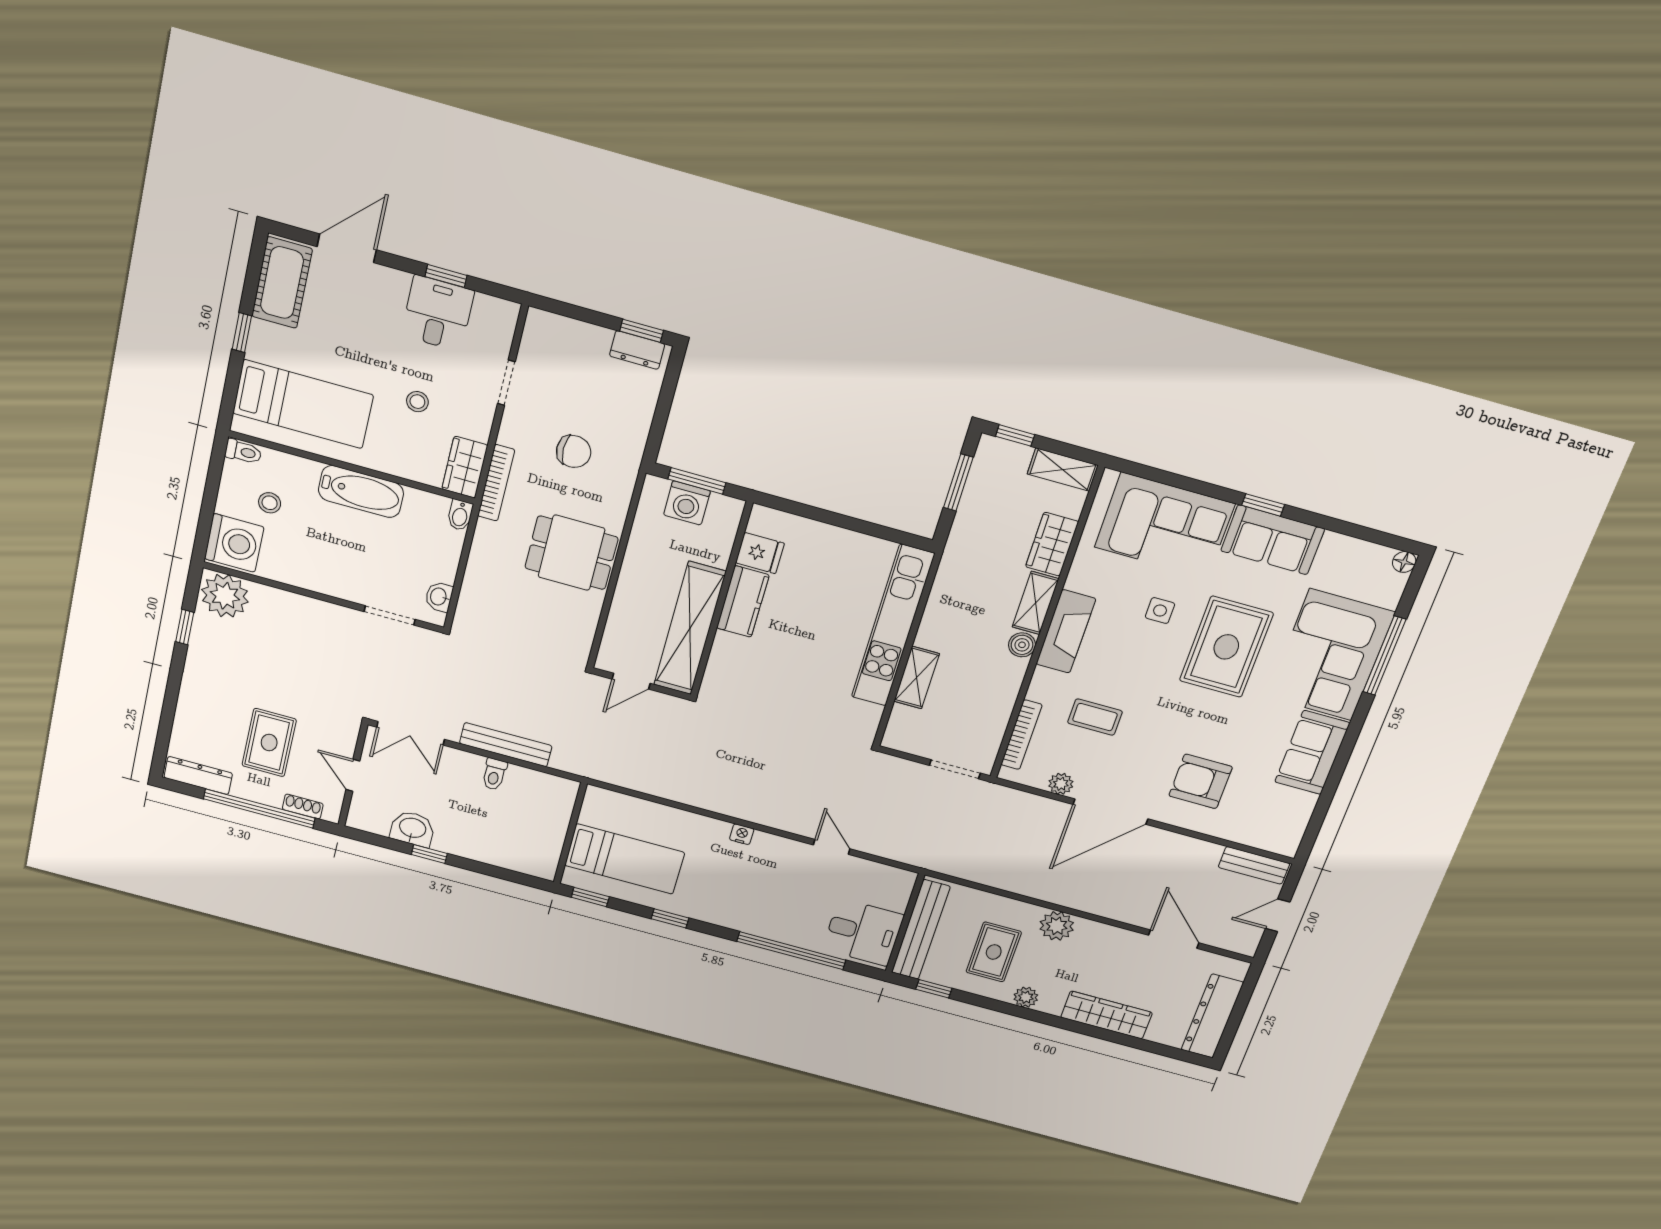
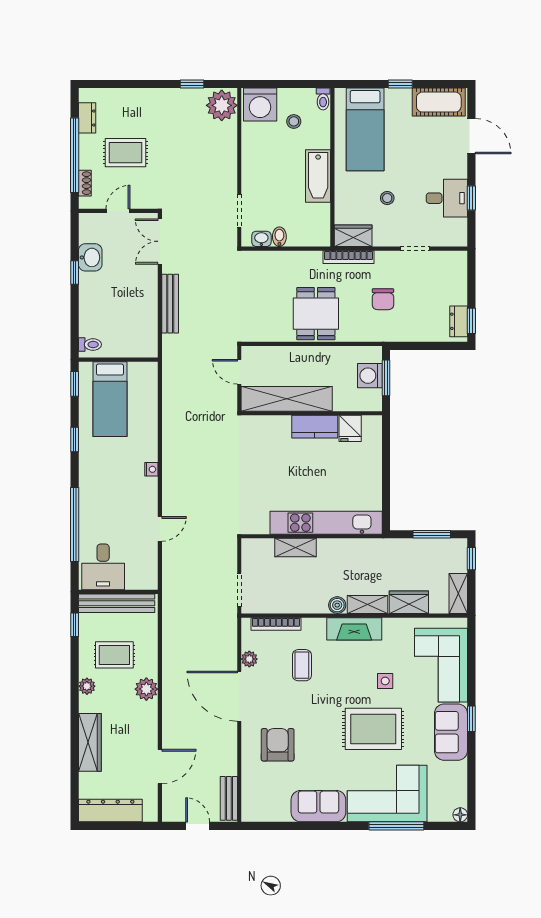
bidet: (460, 515) -> (279, 237), moved, turned 90
toilet: (494, 774) -> (90, 345), moved, turned 180
dresser: (198, 775) -> (87, 118), width x0.70

